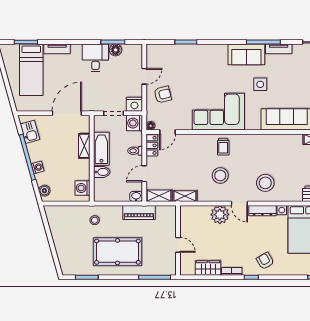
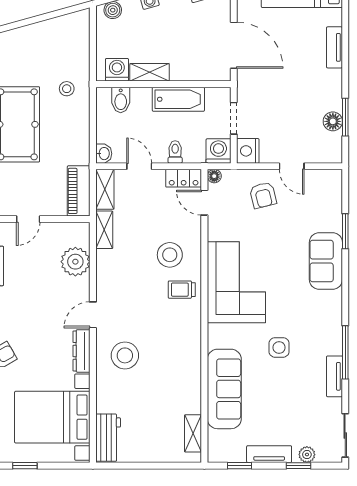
tv unit: (57, 49) -> (334, 47), moved
sofa: (246, 54) -> (326, 261), moved
desk: (95, 58) -> (320, 90), removed
shelving: (84, 146) -> (150, 72), moved
bidet: (102, 172) -> (121, 100), moved
stool: (220, 175) -> (170, 255), moved
piano: (139, 212) -> (79, 191), moved
plant: (220, 215) -> (75, 262), moved

